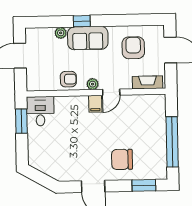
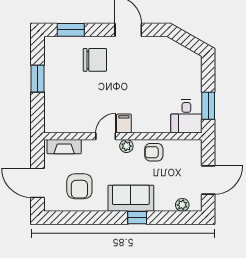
plant: (61, 33) -> (182, 205), moved
window: (172, 142) -> (38, 79), width x0.47

